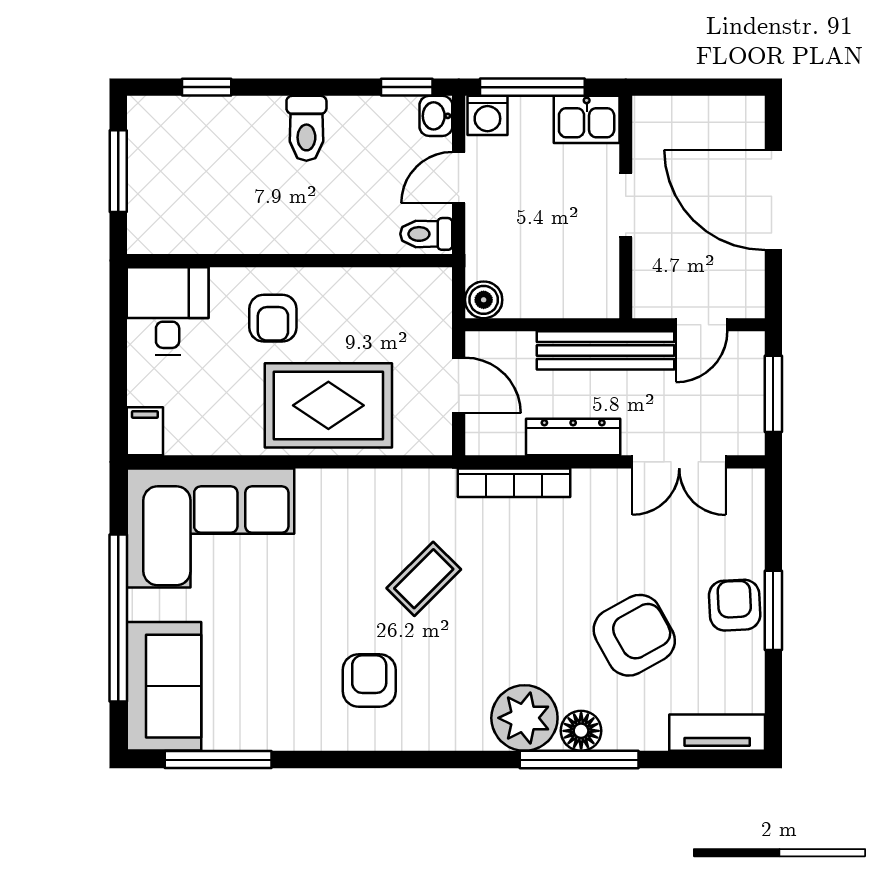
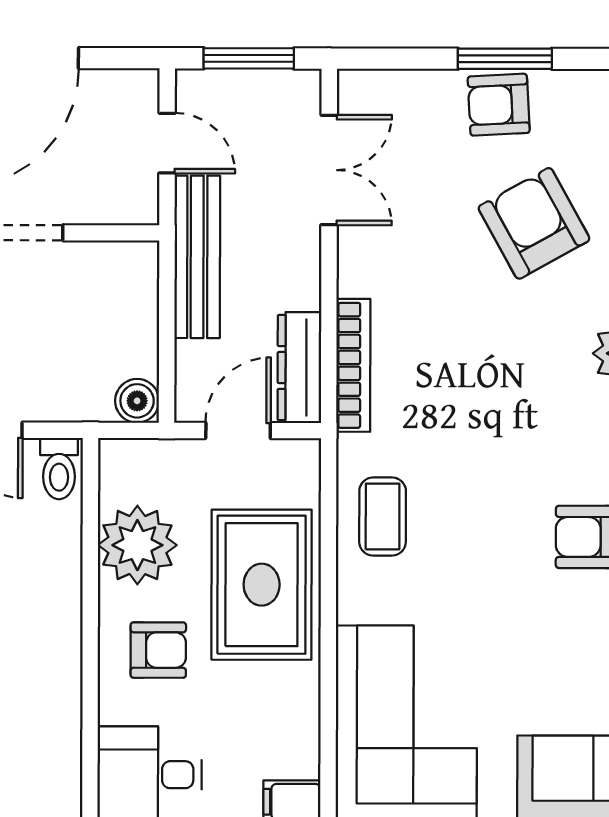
plant: (362, 300) -> (137, 545), added
dresser: (573, 437) -> (299, 368), moved
coffee table: (424, 579) -> (383, 517), moved, turned 45

